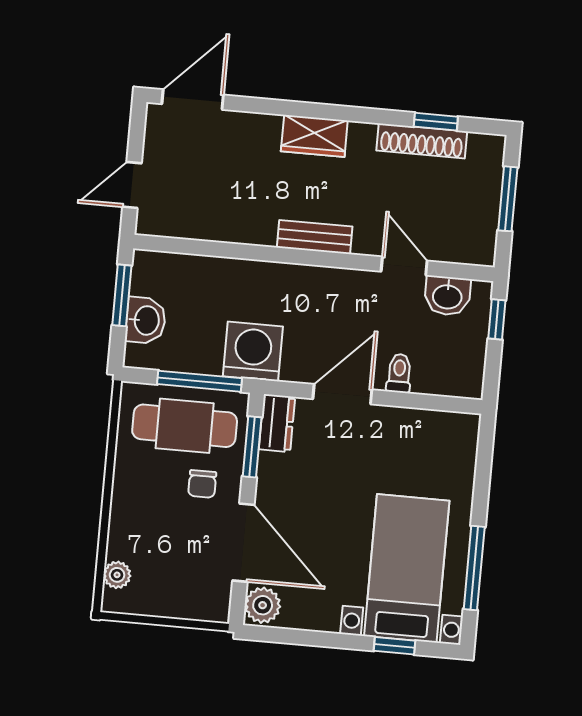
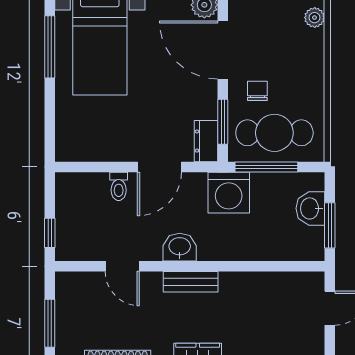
washbasin: (447, 296) -> (180, 247), moved

